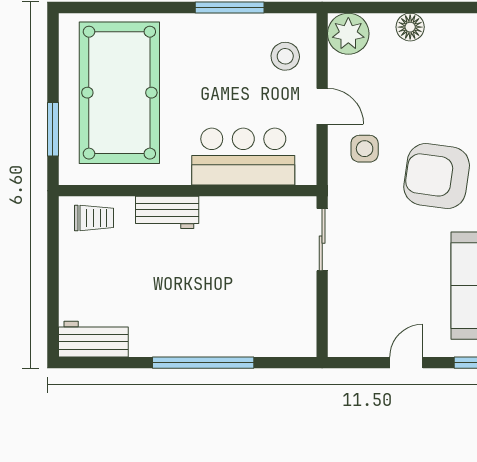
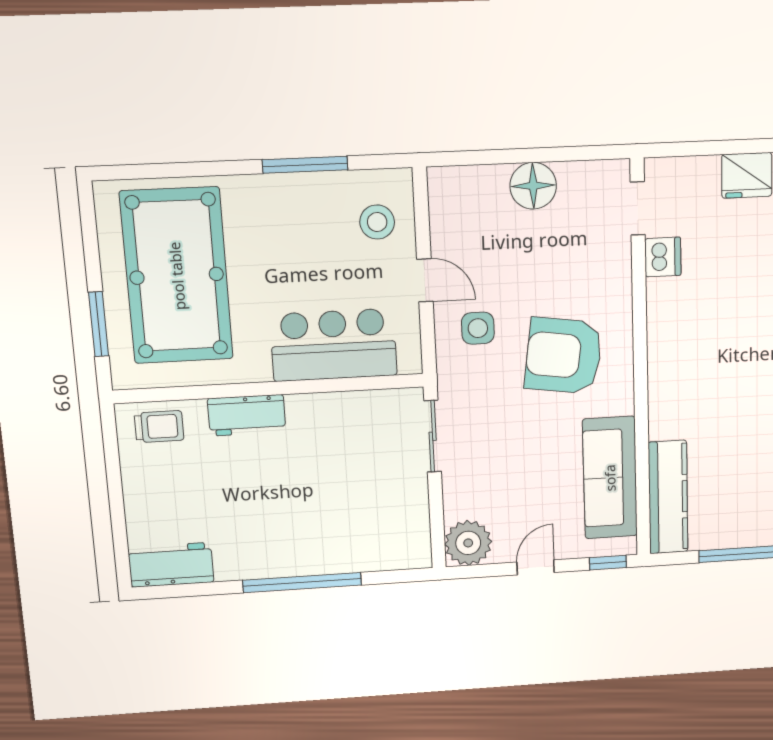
floor lamp: (410, 27) -> (533, 186), width x1.38, depth x1.38
plant: (348, 34) -> (468, 543), moved

